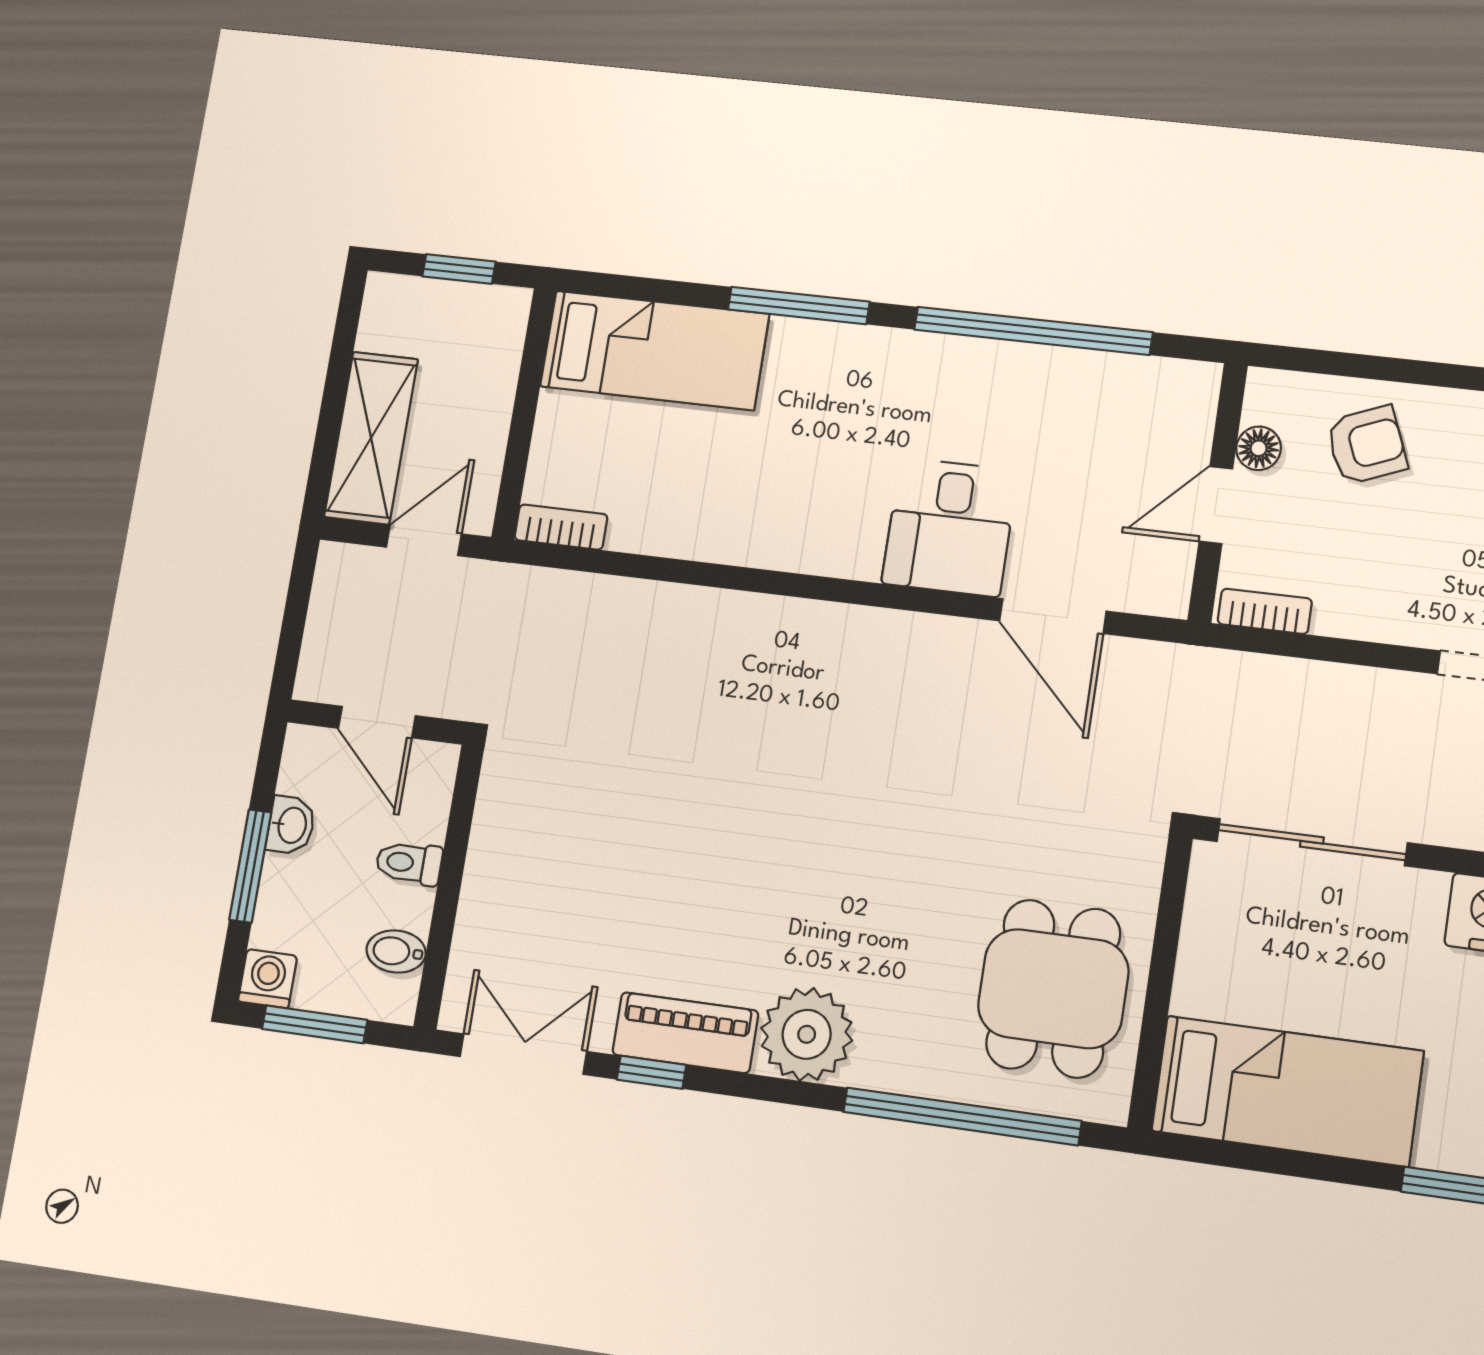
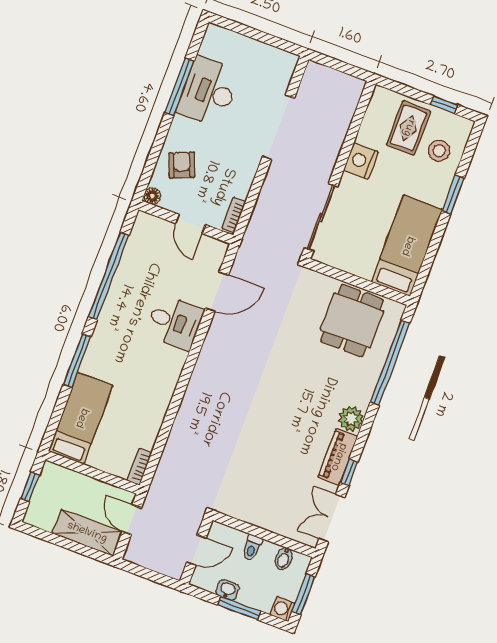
floor lamp: (1259, 448) -> (152, 196), moved
dining table: (1053, 989) -> (352, 320), turned 90
plant: (807, 1034) -> (351, 419), width x0.73, depth x0.73

